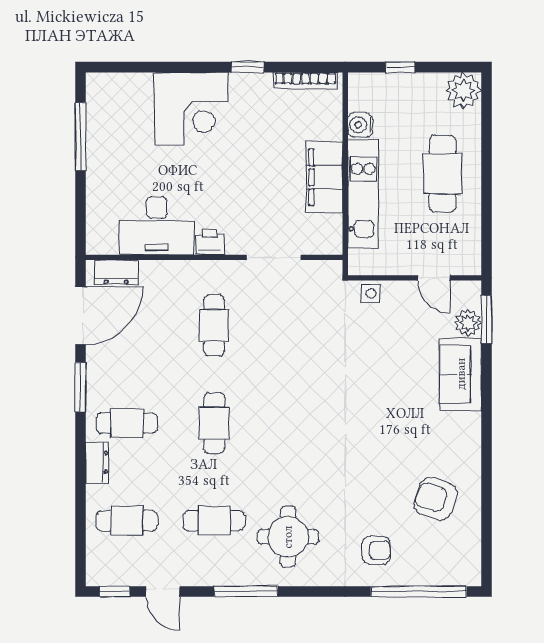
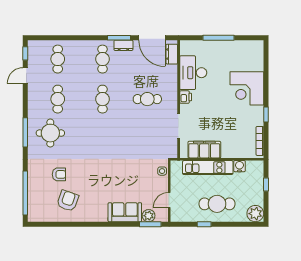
window: (80, 137) -> (218, 38), moved
filing cabinet: (324, 177) -> (204, 150), moved
window: (487, 202) -> (204, 224), added
cafe table: (214, 423) -> (103, 99), turned 90
dresser: (97, 463) -> (123, 45), moved
armchair: (376, 550) -> (59, 174), moved, turned -90
window: (246, 591) -> (25, 132), moved

